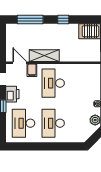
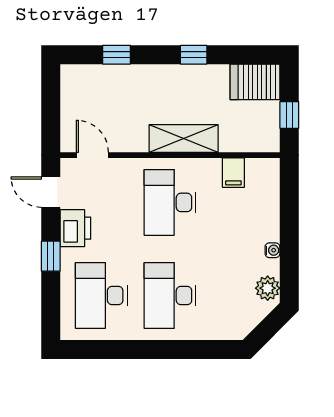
window: (30, 20) -> (117, 55), width x0.46
shelving: (44, 56) -> (184, 138), moved
filing cabinet: (32, 70) -> (233, 173), moved

